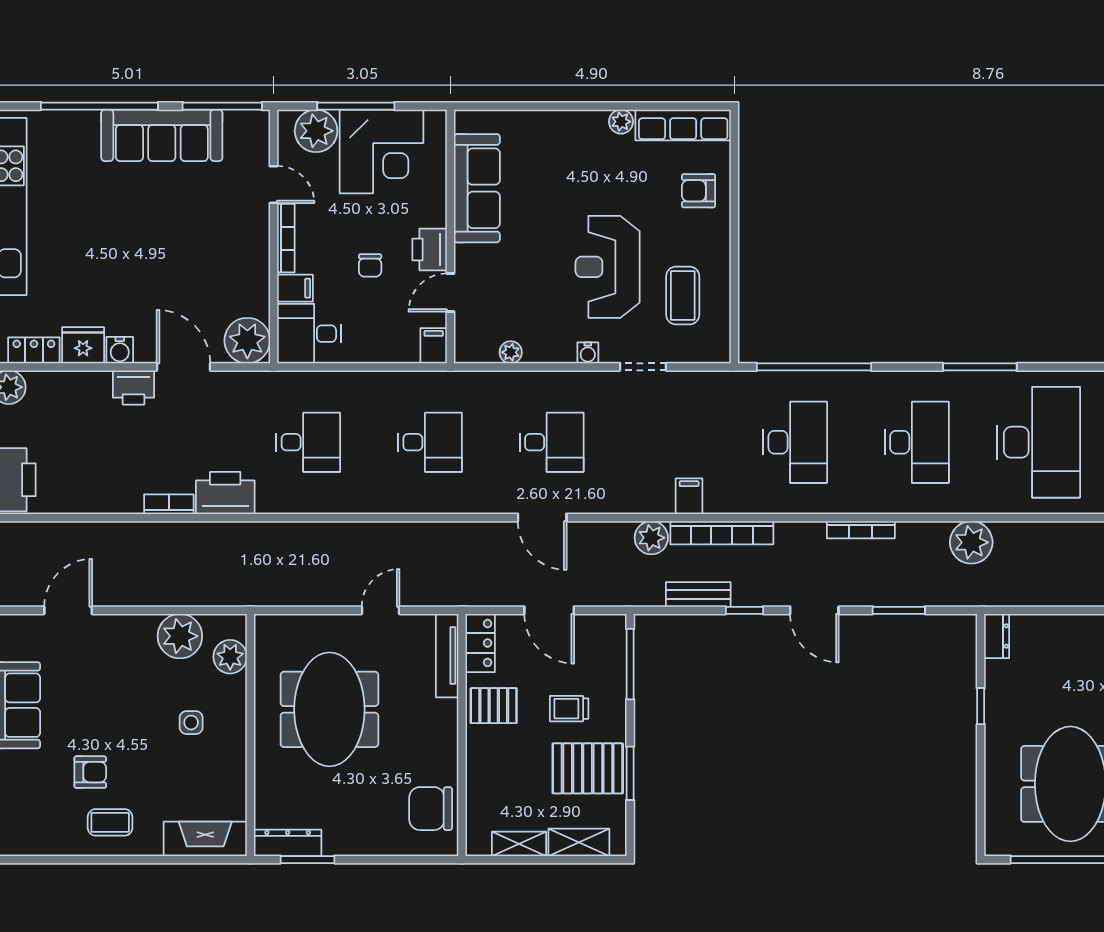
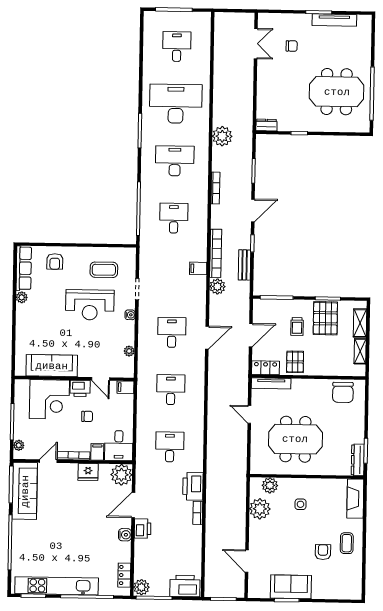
plant: (316, 131) -> (19, 445), width x0.53, depth x0.53
sofa: (162, 135) -> (25, 491), moved
corner desk: (382, 151) -> (49, 399), moved, turned 90
fridge: (83, 345) -> (88, 472), moved, turned -90
desk: (795, 442) -> (174, 218), width x0.73

